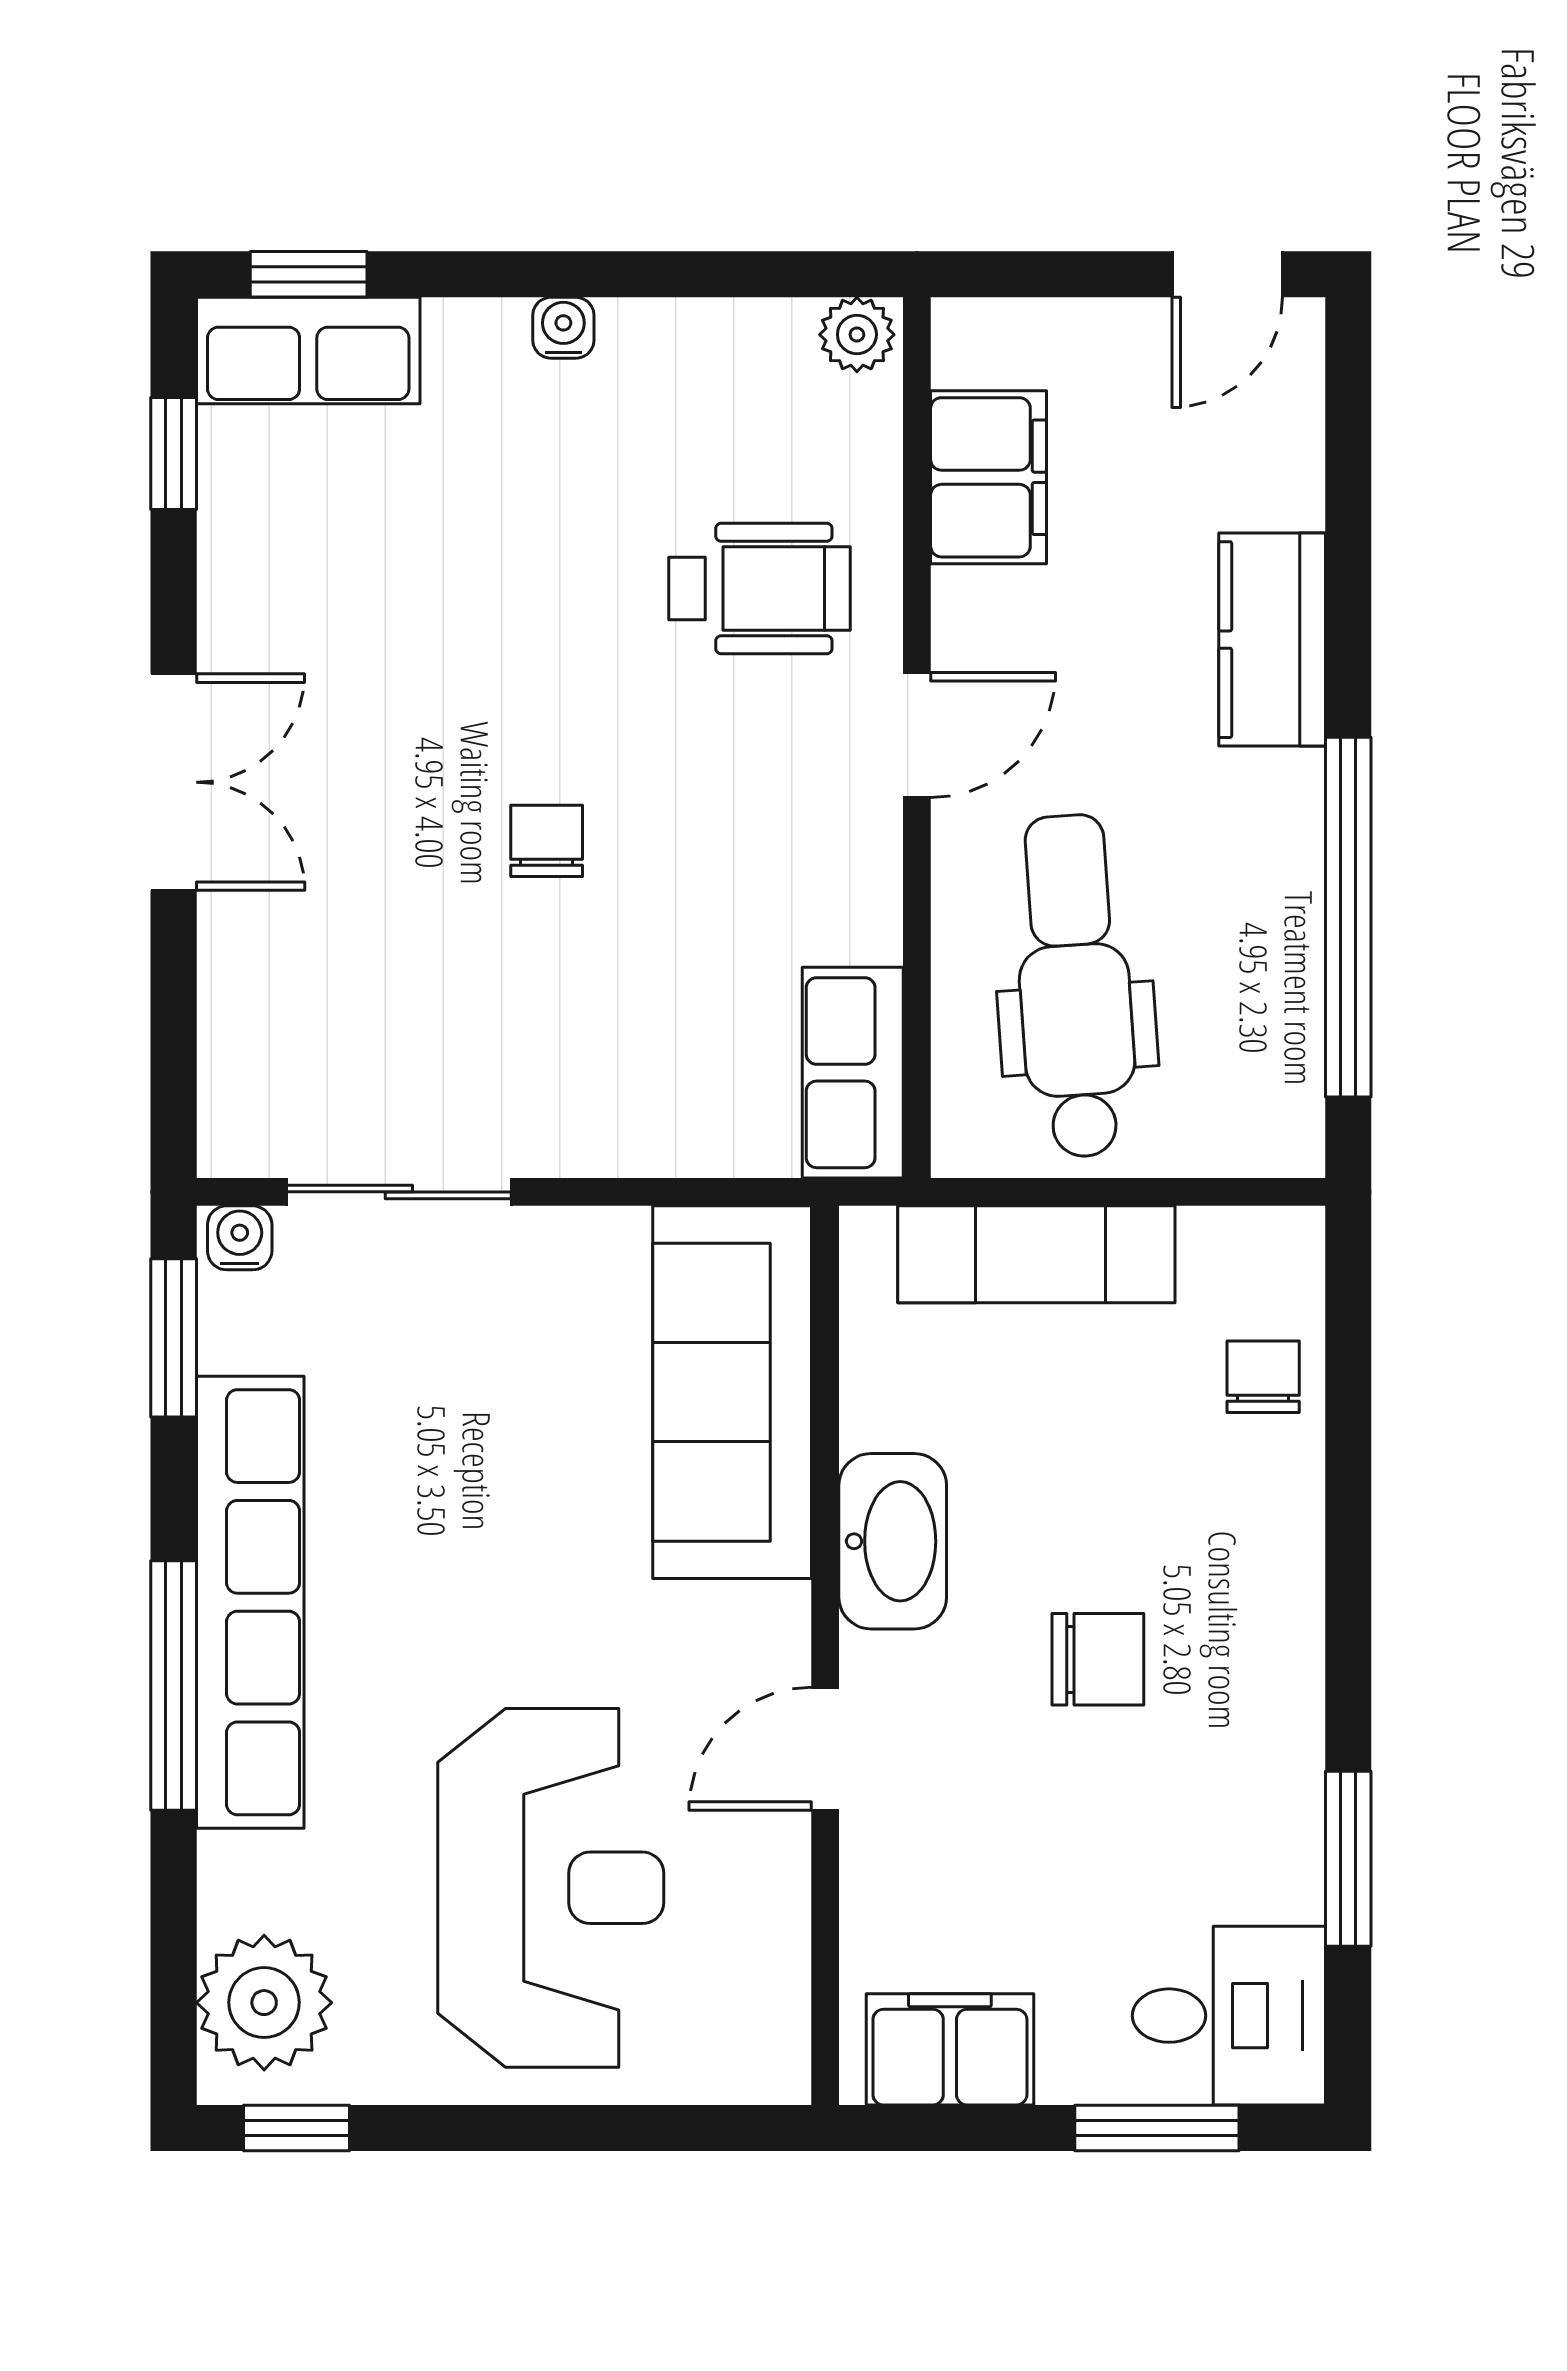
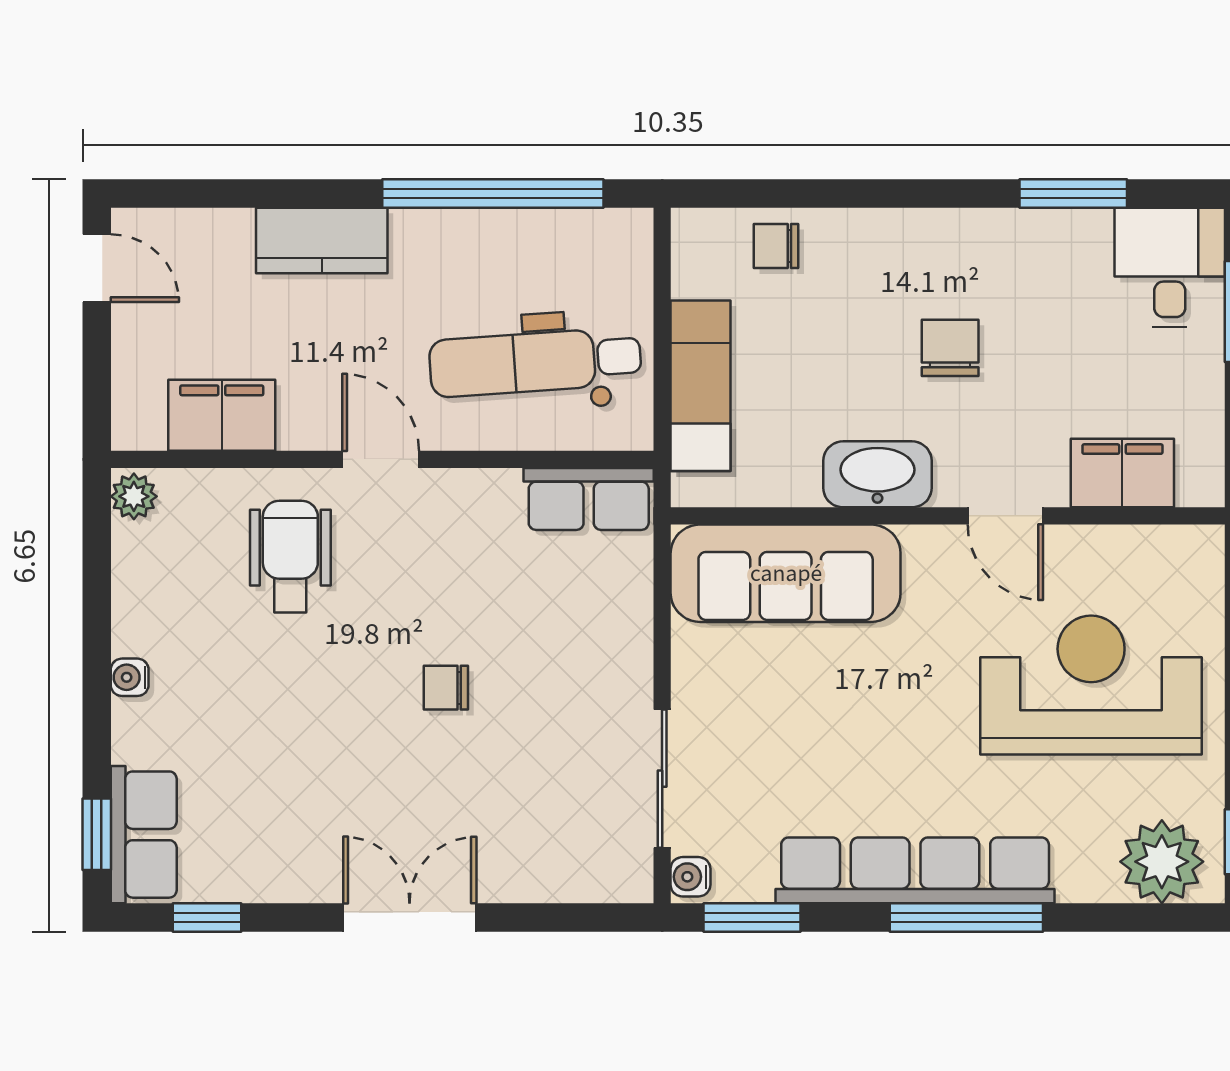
filing cabinet: (950, 2049) -> (1122, 473), moved, turned 90

